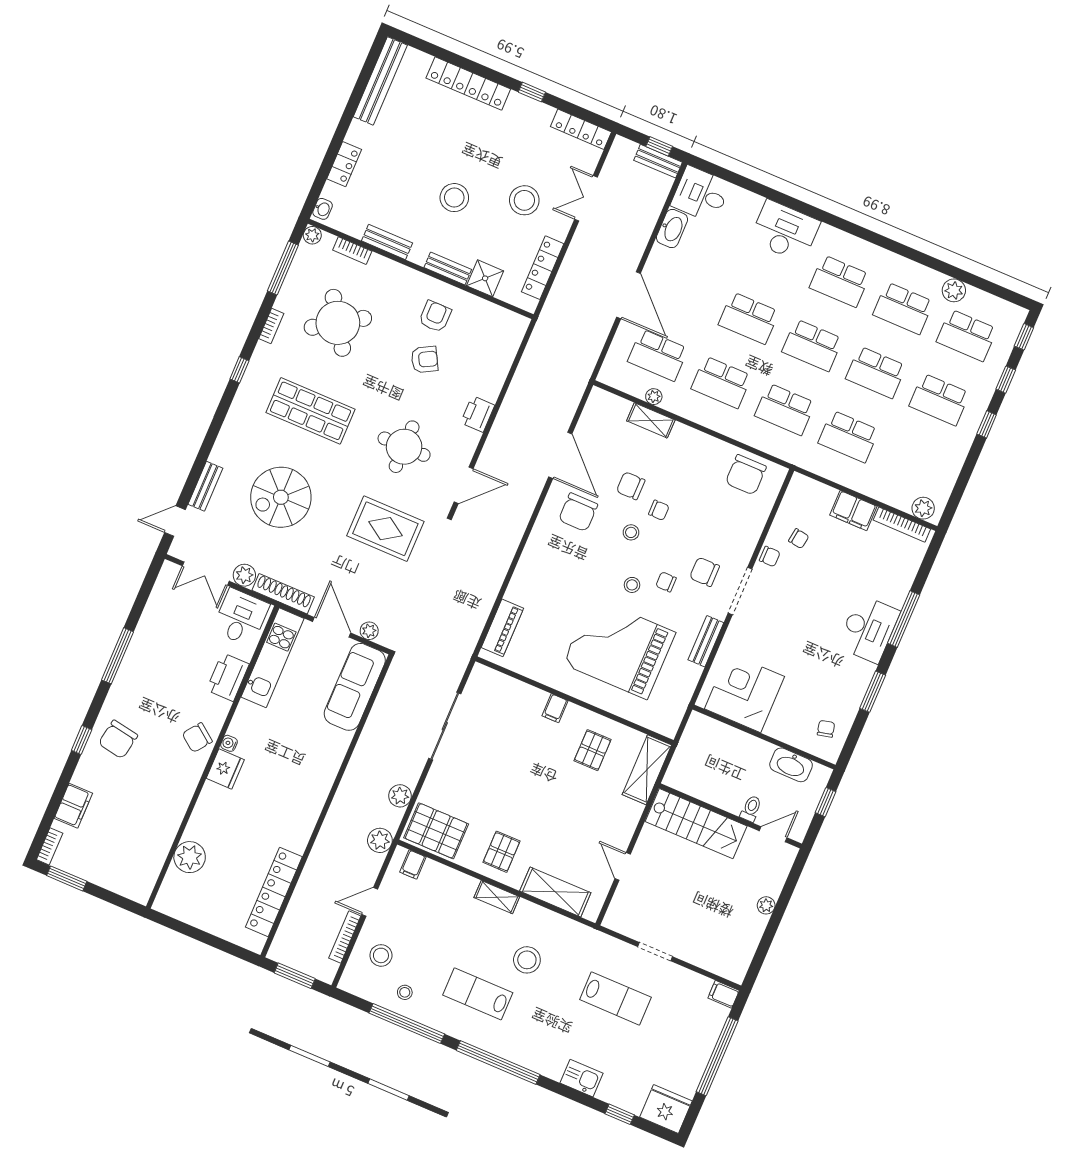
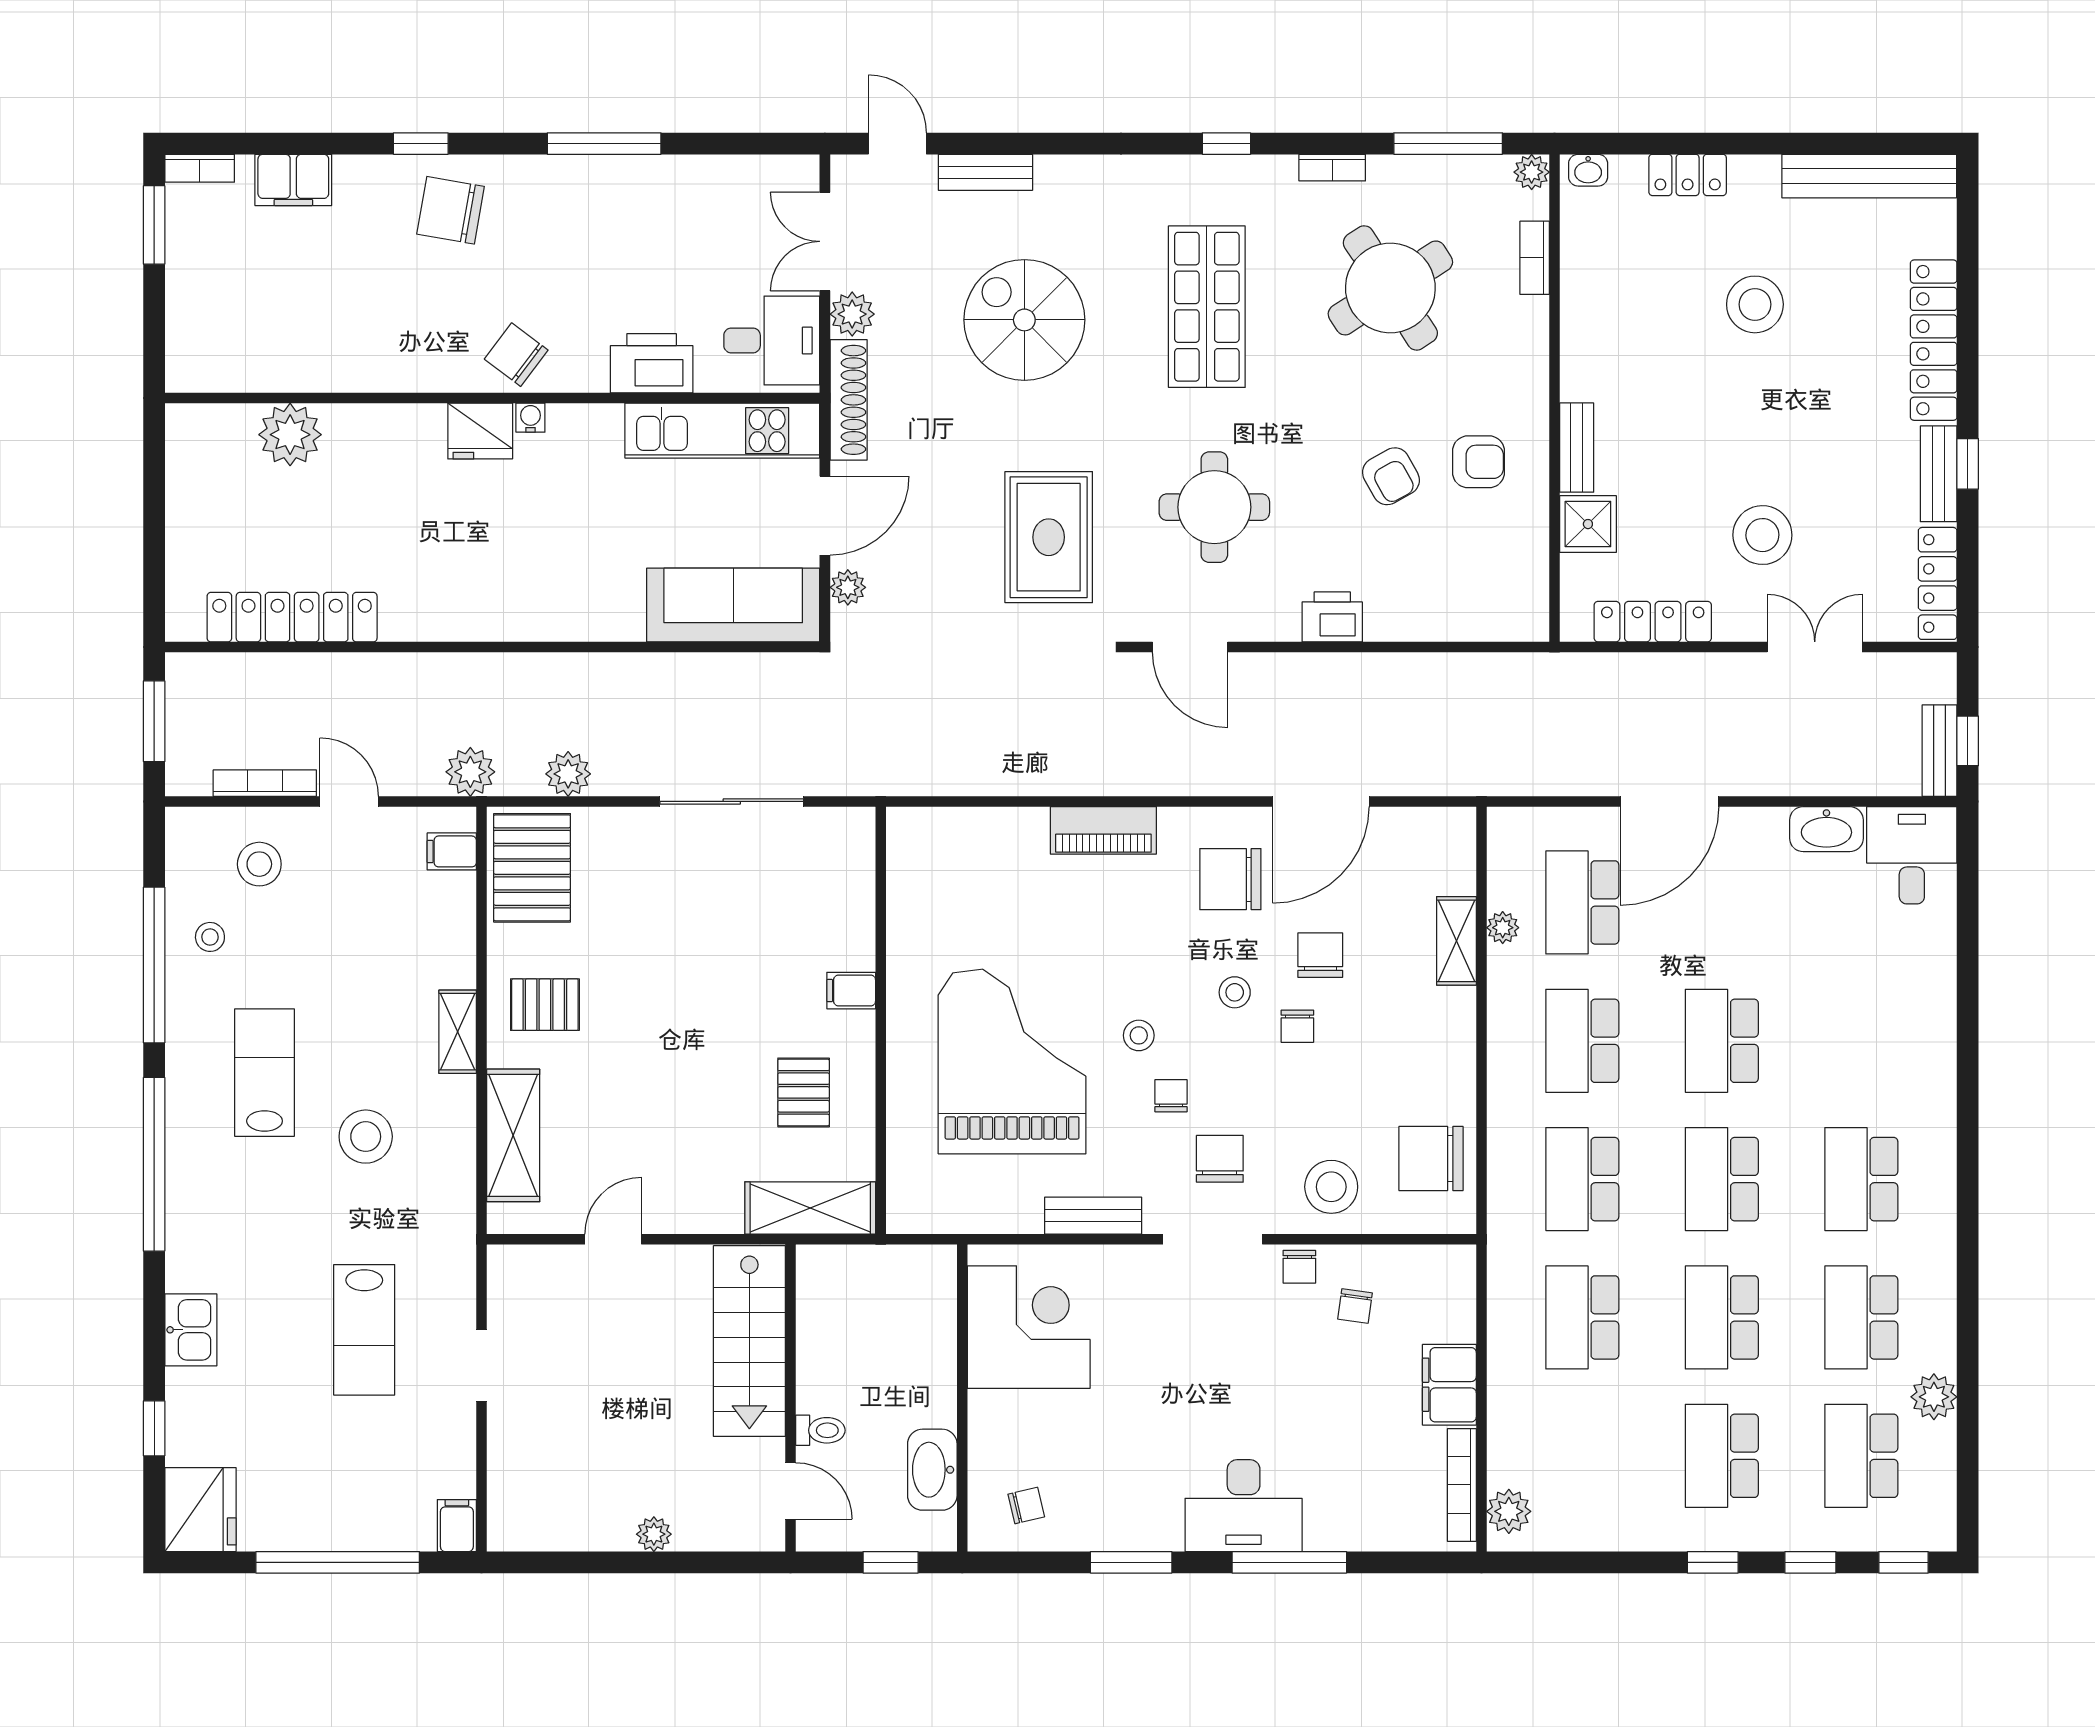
stool: (454, 198) -> (1755, 304), moved
desk: (785, 231) -> (1910, 1039), removed
bench: (387, 242) -> (1939, 474), moved
stool: (739, 526) -> (1331, 1187), added
piano: (502, 628) -> (1103, 830), moved
pallet: (593, 750) -> (804, 1092), turned 90

